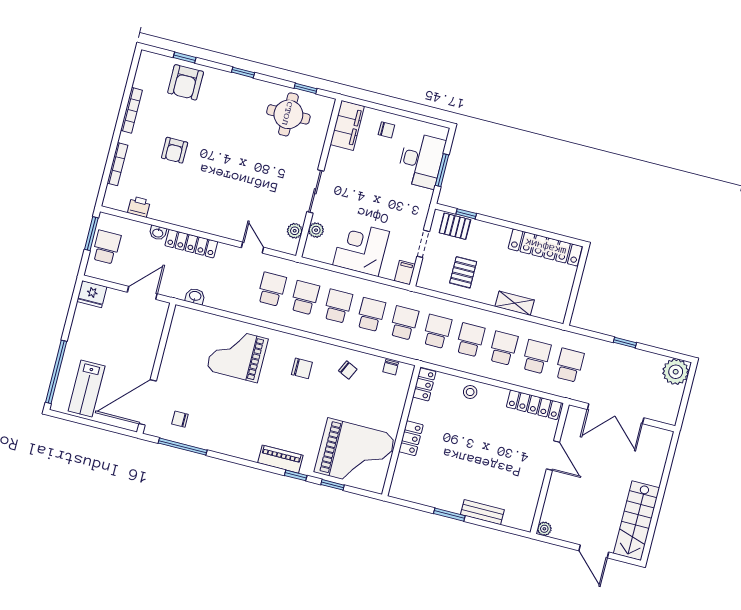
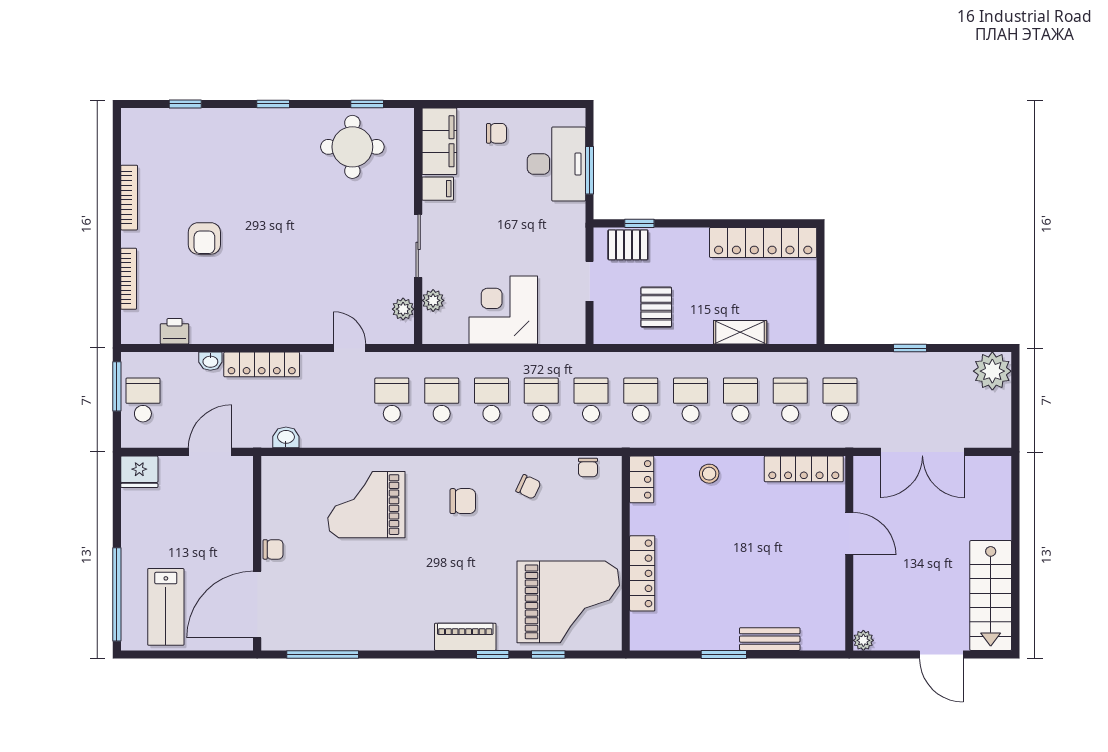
armchair: (186, 82) -> (195, 139), removed
filing cabinet: (405, 273) -> (438, 189), moved, turned 90
chair: (180, 419) -> (273, 549), moved, turned 180
locker: (411, 438) -> (642, 573), width x1.53

